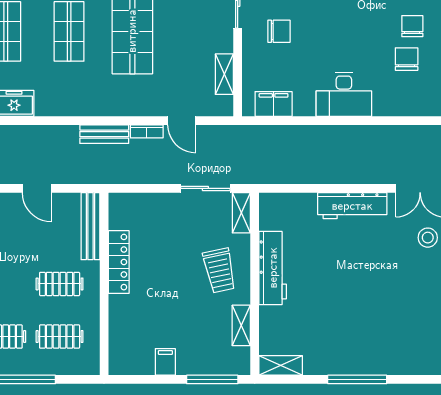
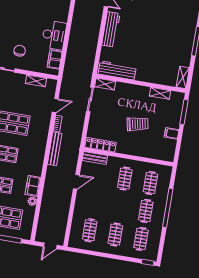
desk: (344, 94) -> (54, 35), moved
bench: (104, 134) -> (55, 149), width x1.36
bench: (90, 226) -> (95, 158), width x0.73
locker: (119, 262) -> (100, 145), moved
workbench: (273, 268) -> (117, 70), moved
trolley: (219, 270) -> (138, 124), moved

